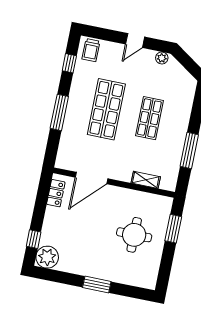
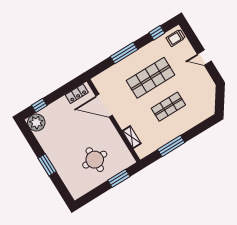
plant: (162, 58) -> (209, 82), removed

